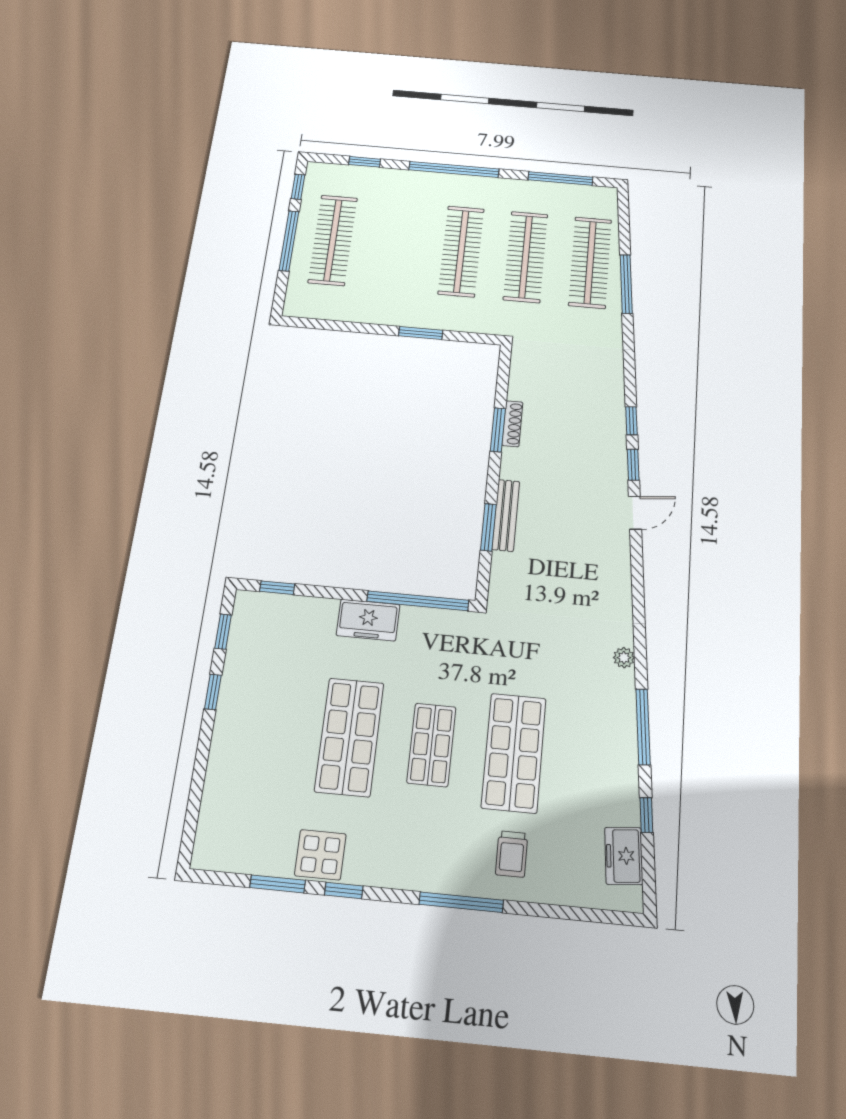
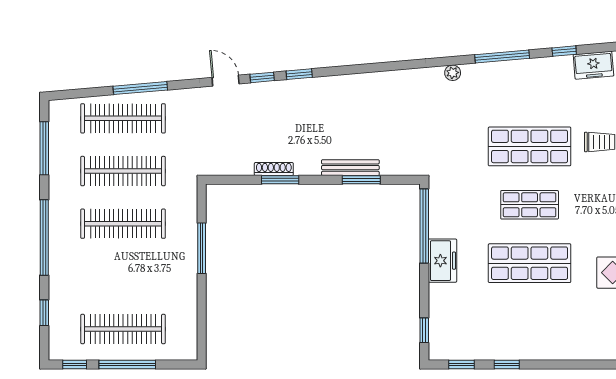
window: (421, 333) -> (202, 248), width x1.44
door: (635, 513) -> (226, 81), moved

